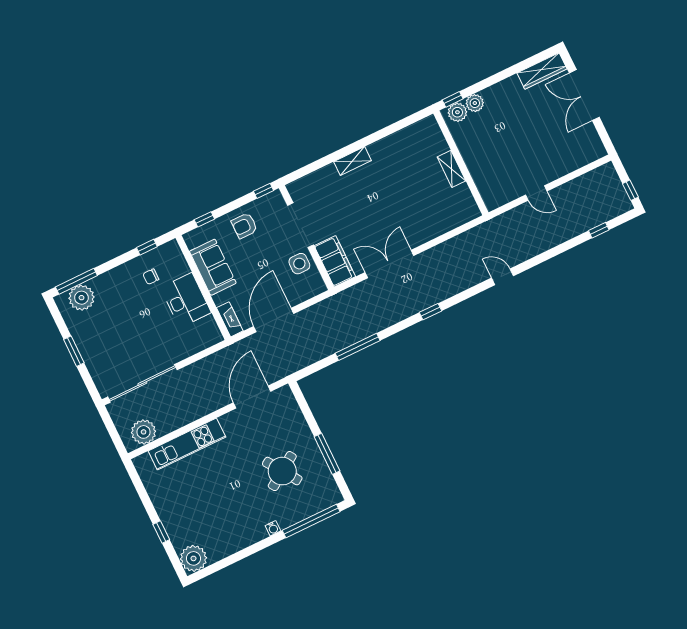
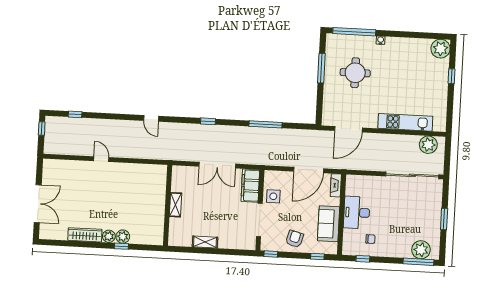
wardrobe: (542, 71) -> (85, 235), moved
wall: (461, 163) -> (168, 205), moved
shelving: (451, 169) -> (175, 205), moved
armchair: (244, 226) -> (295, 239), turned -75
round table: (282, 471) -> (355, 73), turned 34

